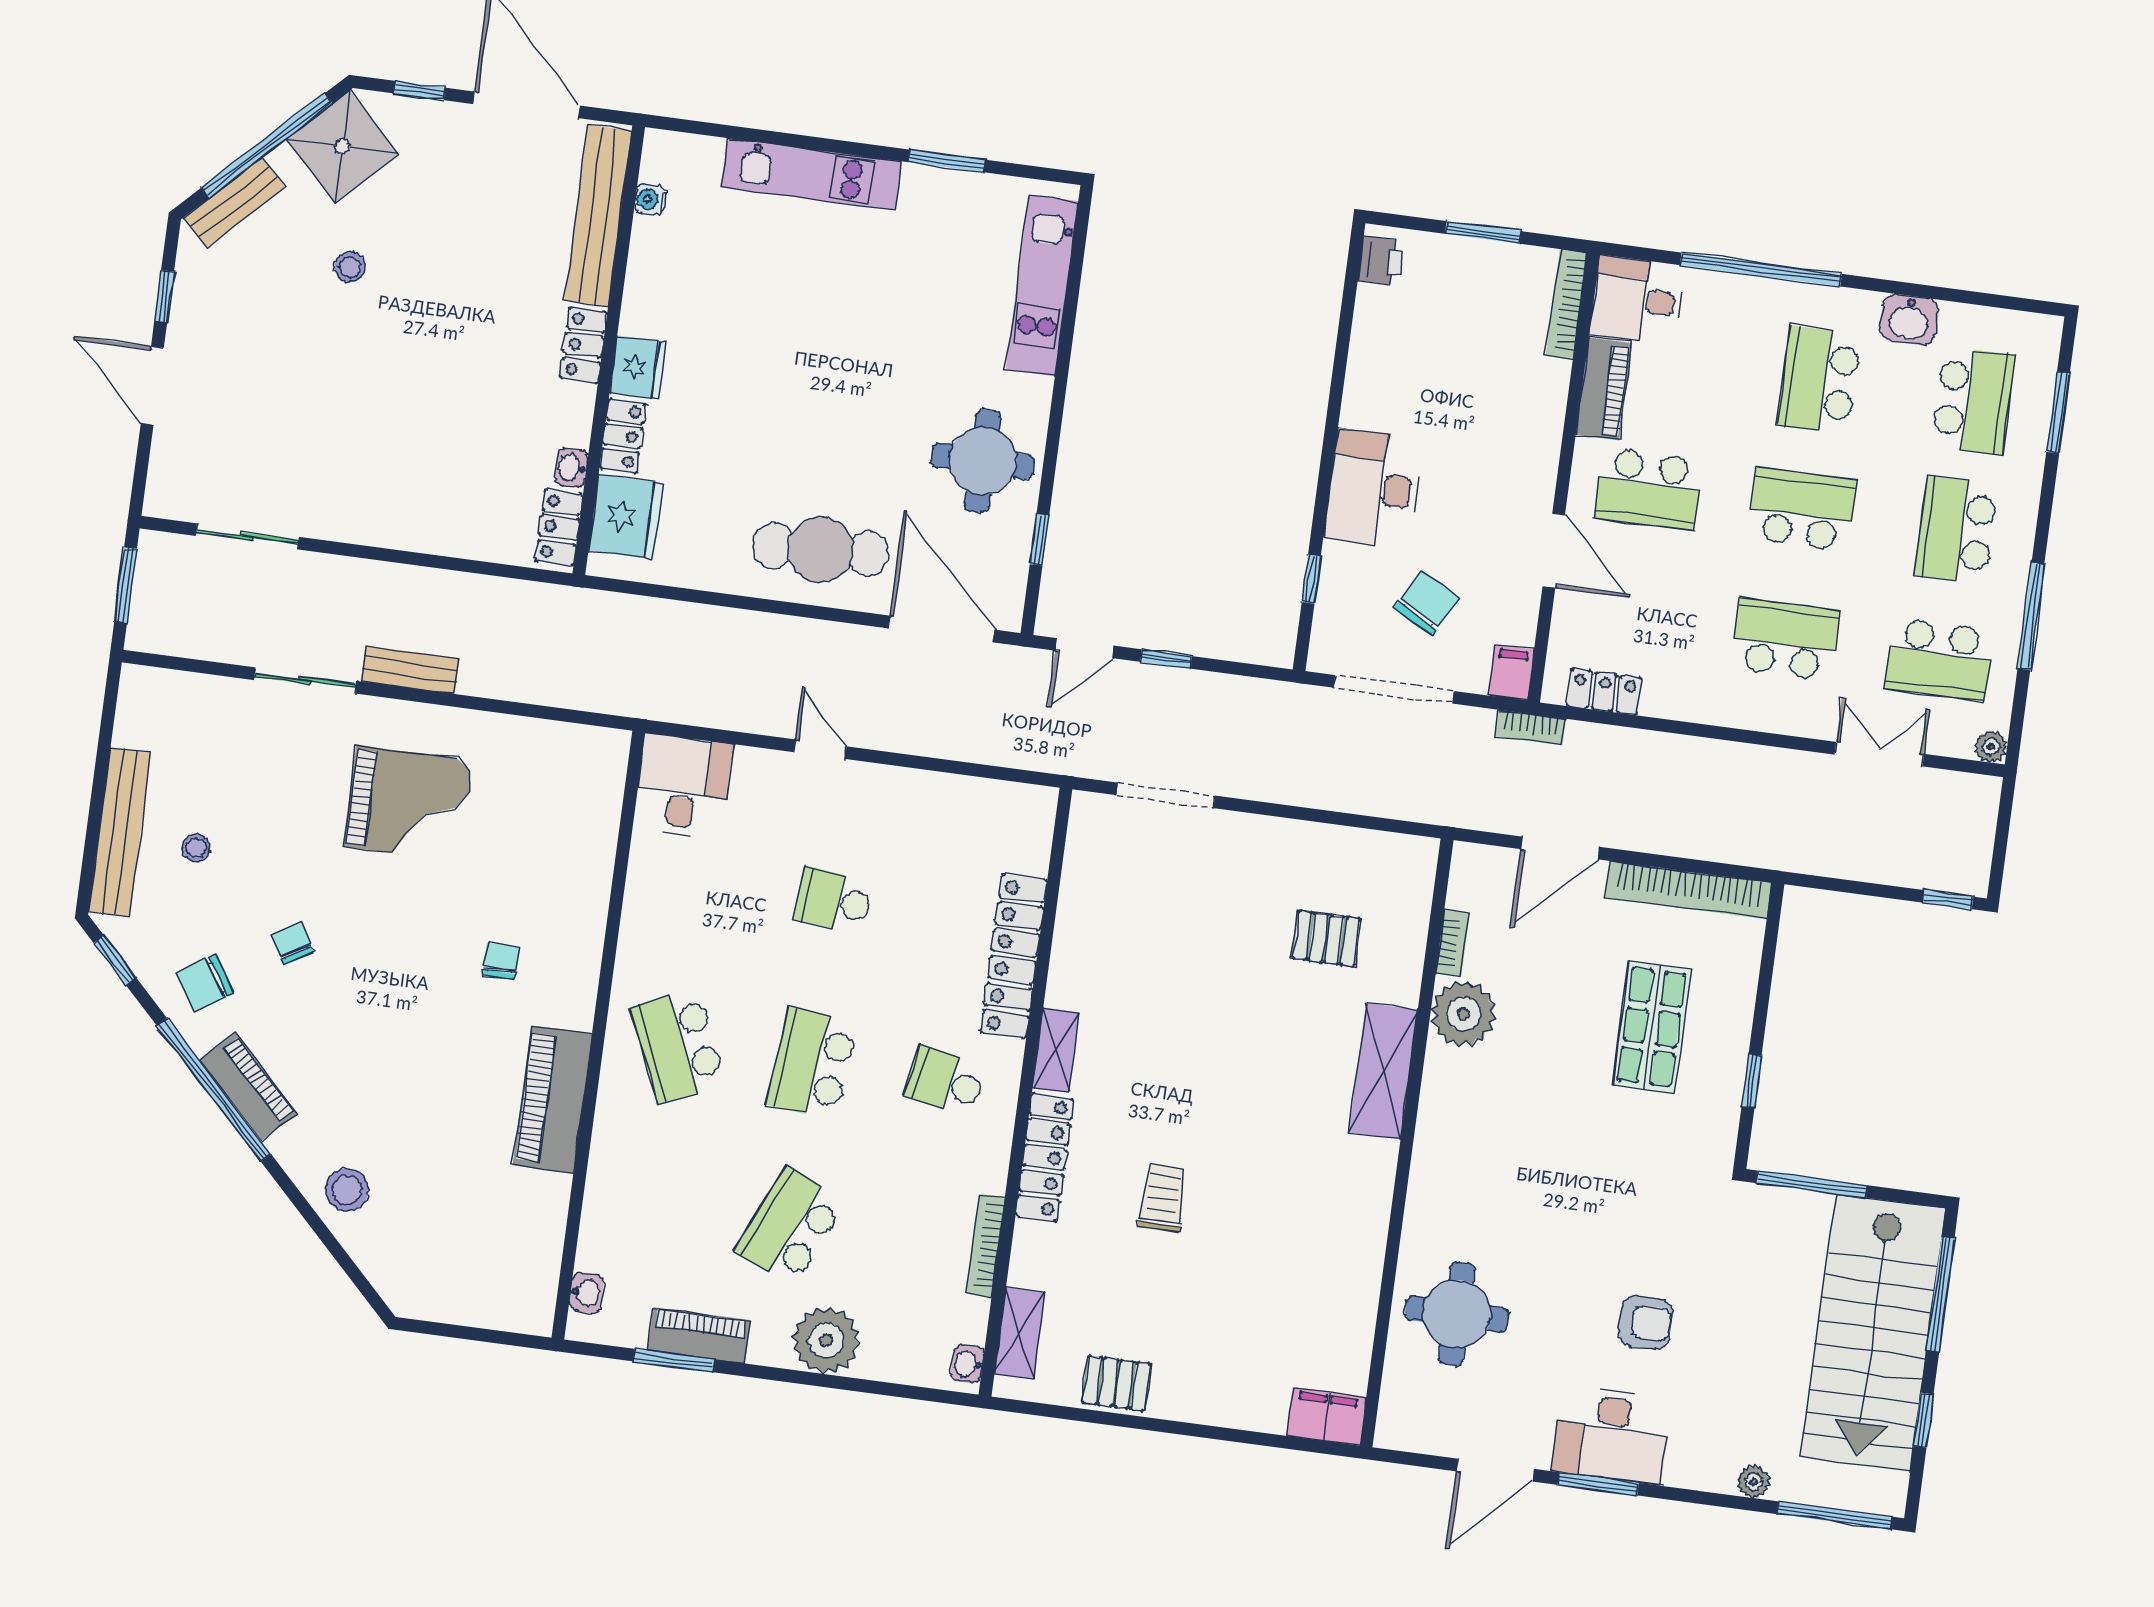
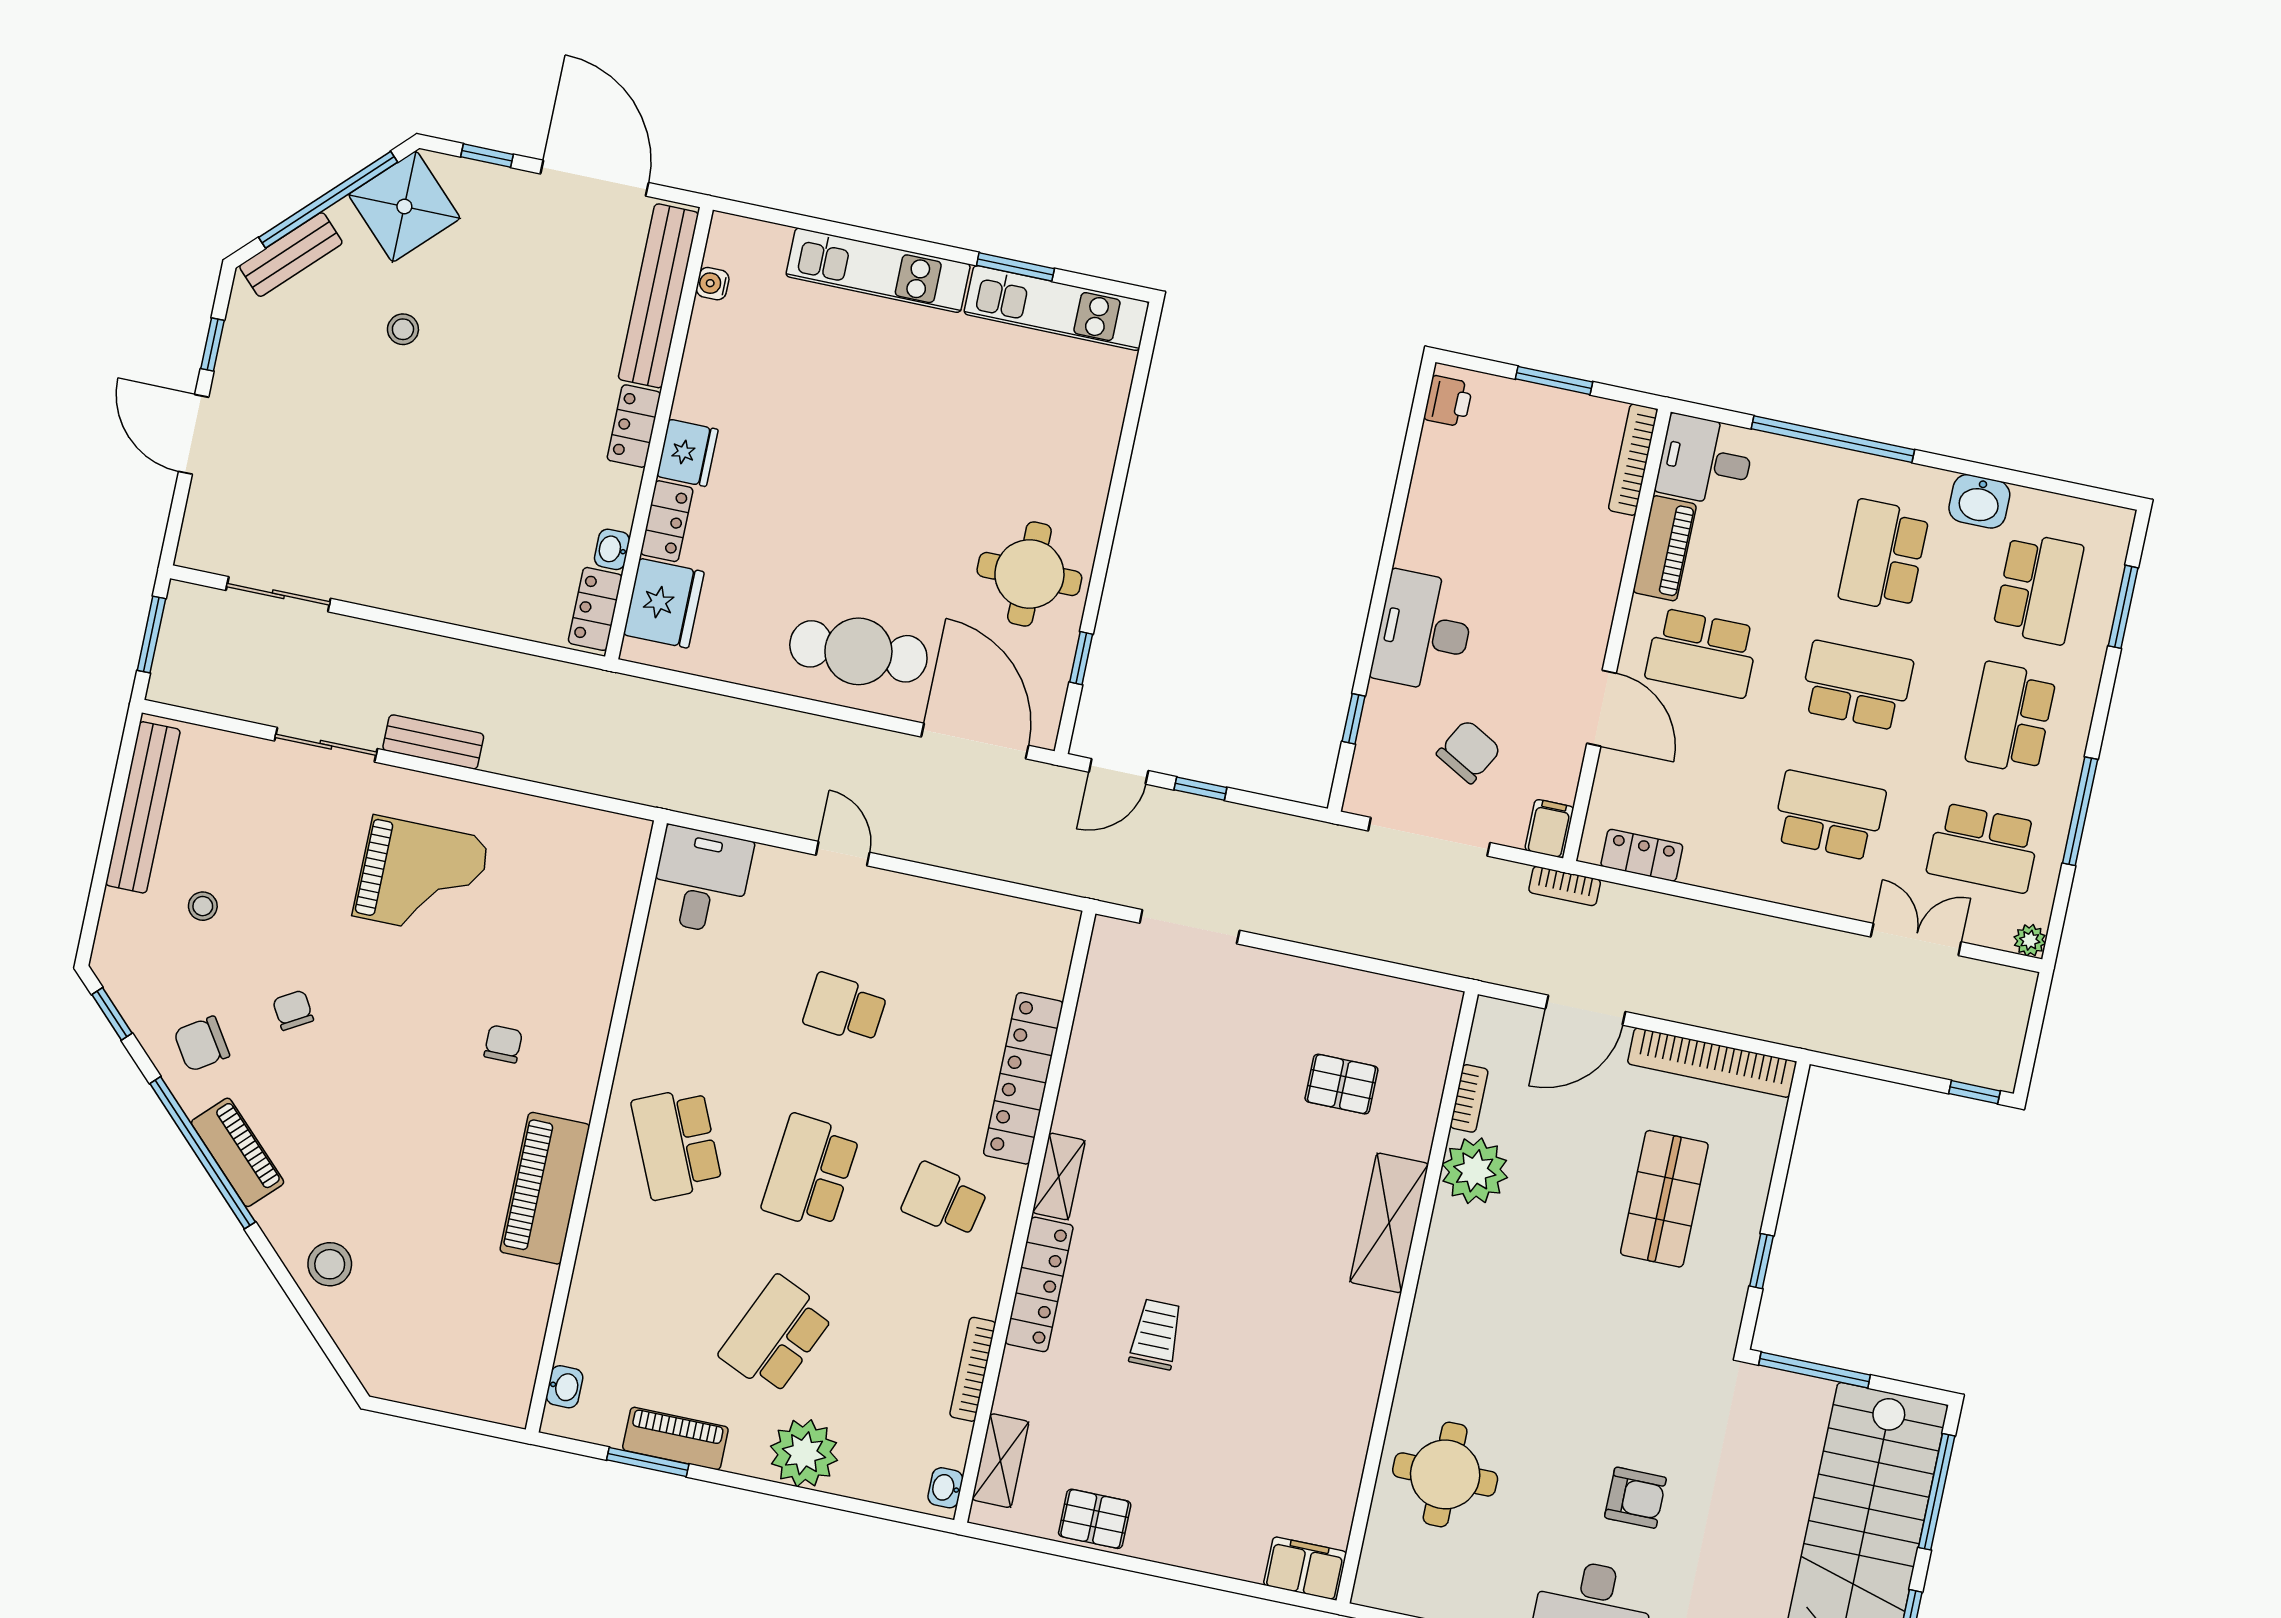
kitchen unit: (1042, 285) -> (1057, 308), moved, turned -90
bench: (120, 832) -> (143, 807), moved

